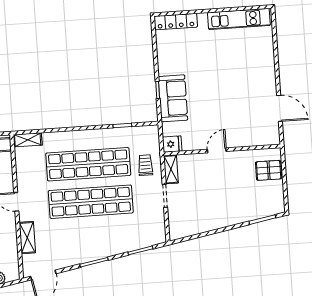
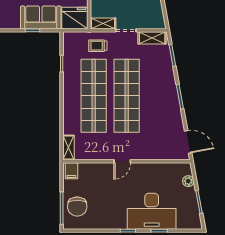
fridge: (172, 144) -> (75, 18), width x1.88, depth x1.34
shelving: (27, 238) -> (152, 38), moved

